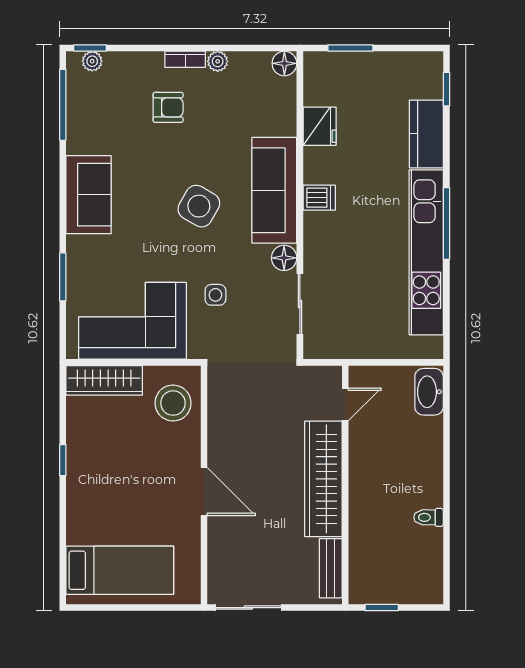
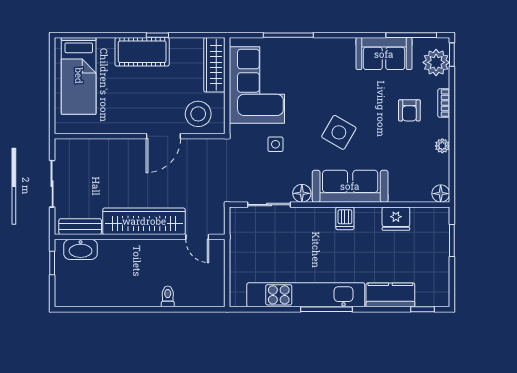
bookcase: (185, 59) -> (444, 103), moved
plant: (92, 61) -> (436, 62), width x1.87, depth x1.87
sofa: (89, 195) -> (384, 54), moved
window: (63, 277) -> (288, 35), width x1.44
washbasin: (429, 392) -> (81, 249), moved, turned 180
cot: (86, 482) -> (142, 52), added
door: (204, 491) -> (163, 136), moved
toilet: (429, 517) -> (168, 296), moved
sliding door: (248, 608) -> (52, 184), moved

